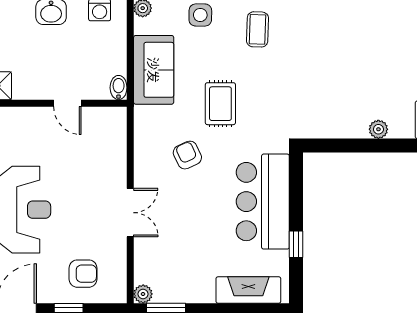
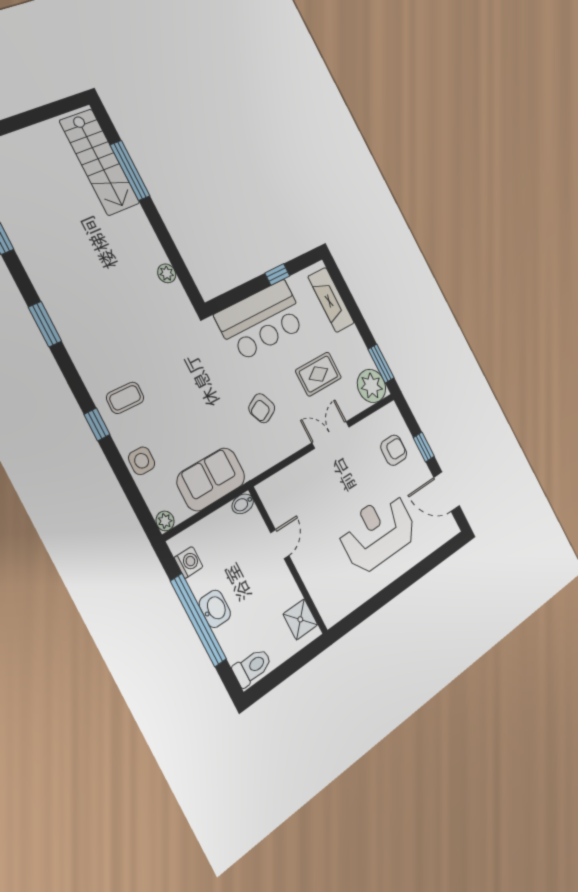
rug: (220, 104) -> (318, 374), moved
plant: (378, 129) -> (167, 273), moved
armchair: (83, 274) -> (394, 450), turned 90
plant: (143, 294) -> (372, 386), width x1.88, depth x1.88

